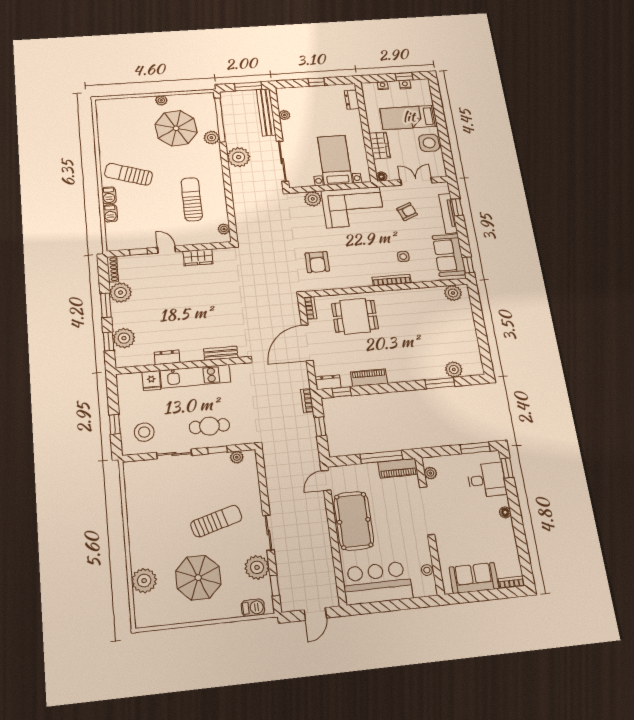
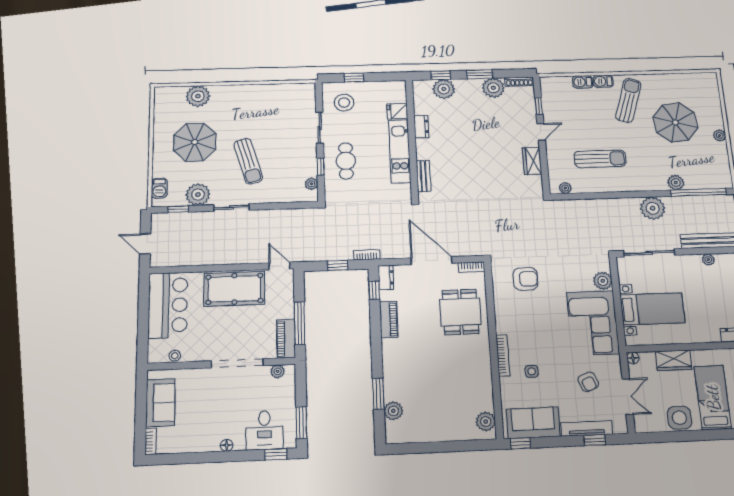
parasol: (176, 128) -> (675, 122), moved
armchair: (317, 262) -> (526, 279), turned 180

